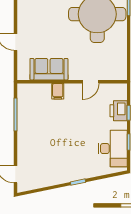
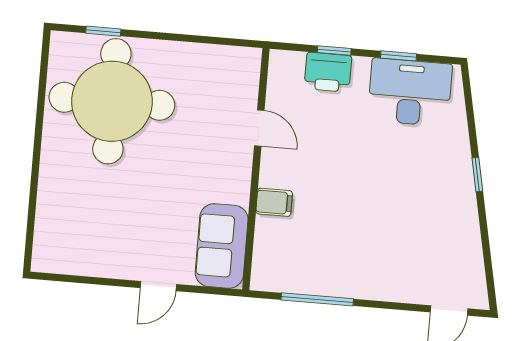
sofa: (49, 69) -> (222, 246), moved

